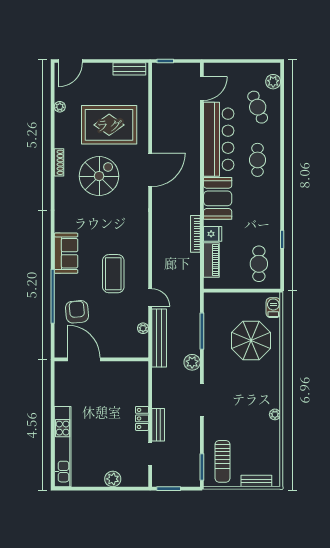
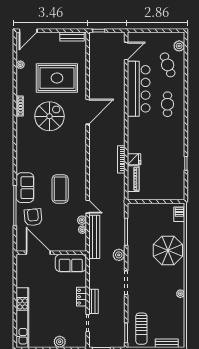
booth: (218, 198) -> (138, 133), removed
sofa: (66, 253) -> (25, 188), moved
cafe table: (259, 264) -> (169, 182), removed
plant: (142, 316) -> (82, 220), added
parasol: (251, 341) -> (168, 250), moved
sofa: (128, 373) -> (71, 263), added

